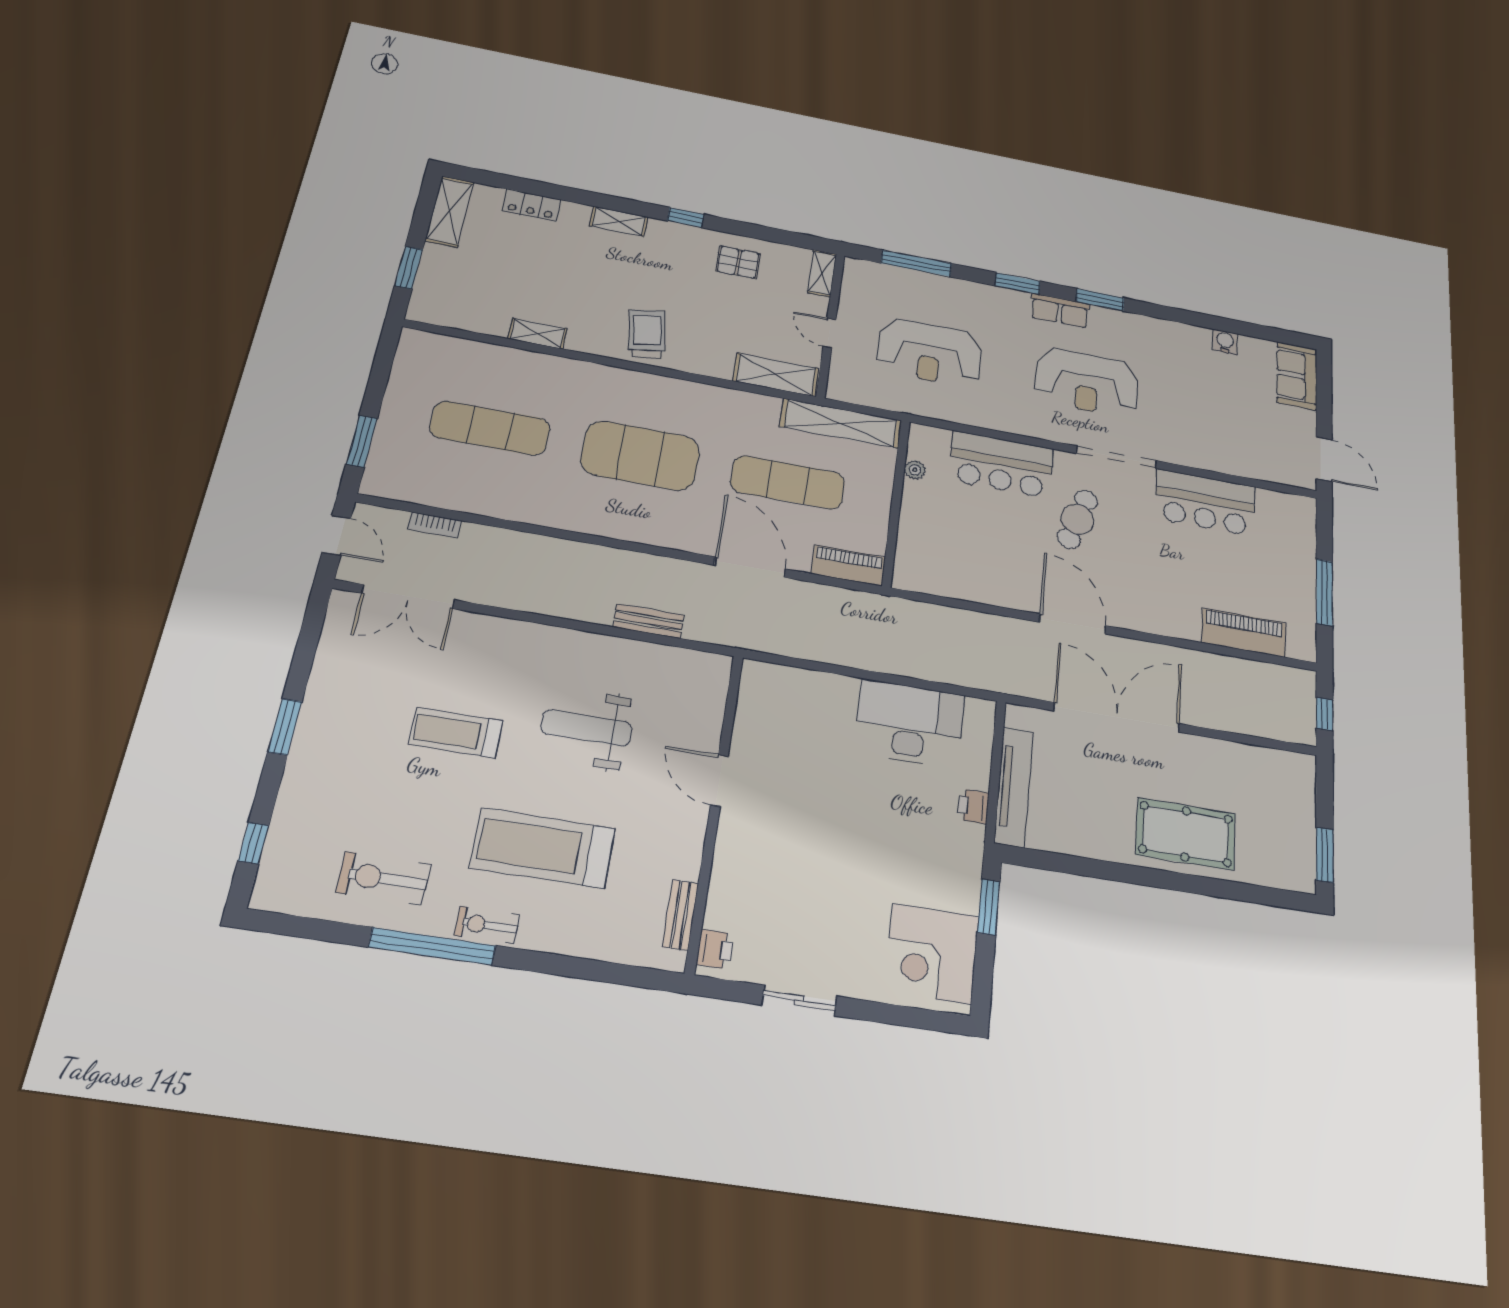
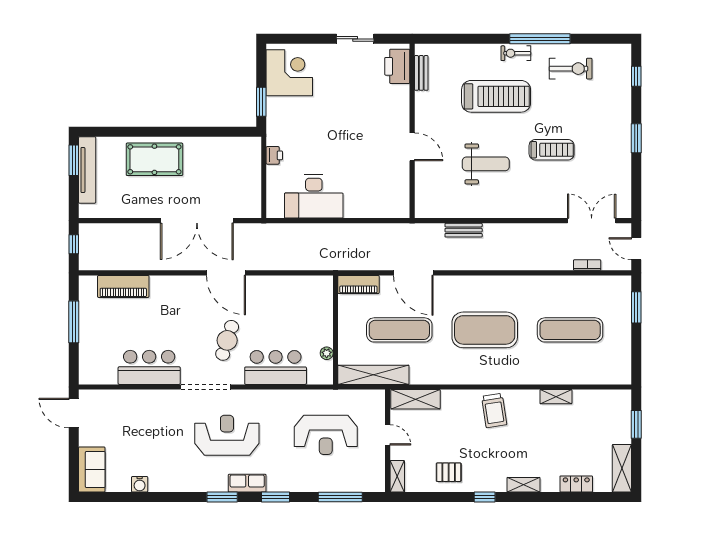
reception desk: (930, 353) -> (326, 435), turned 180
tv unit: (1014, 787) -> (87, 170), moved, turned 180
exercise bike: (487, 925) -> (516, 53), turned 180
printer: (715, 949) -> (397, 66), width x1.87, depth x1.48

